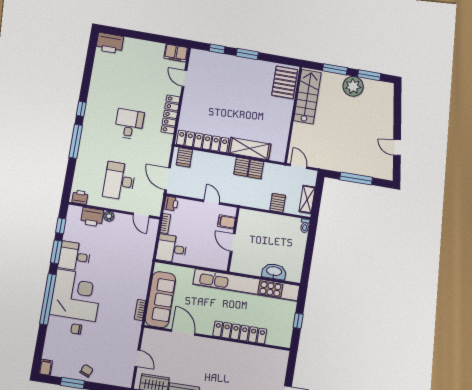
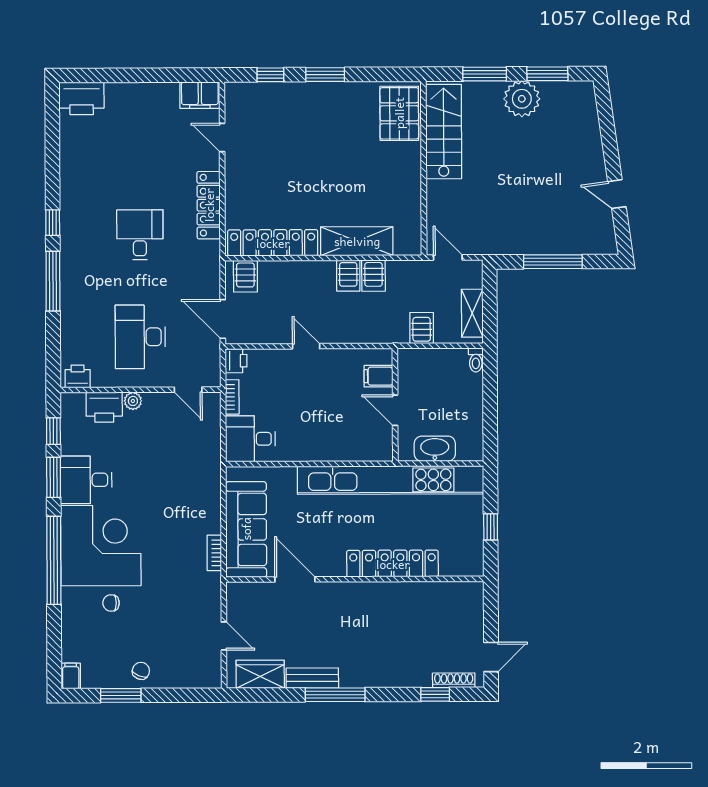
filing cabinet: (226, 222) -> (378, 376), moved
wall: (233, 239) -> (395, 405), moved
door: (233, 243) -> (395, 410), moved

